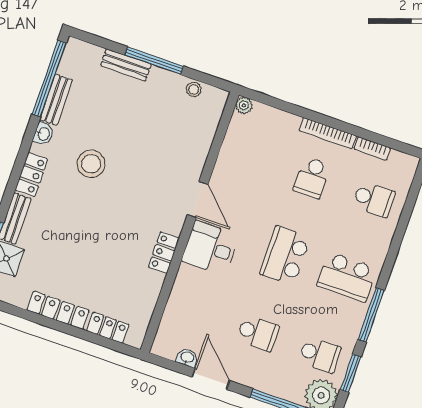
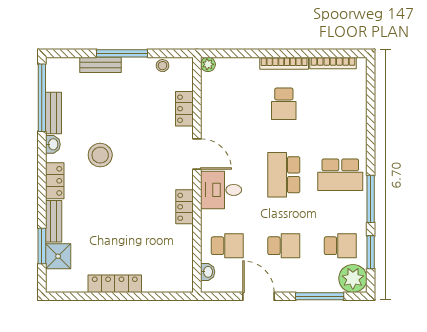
bookcase: (372, 148) -> (333, 63), width x1.56
school desk: (374, 199) -> (227, 246), moved
locker: (108, 328) -> (184, 109), moved, turned -90
washbasin: (187, 358) -> (208, 272), moved, turned 90

